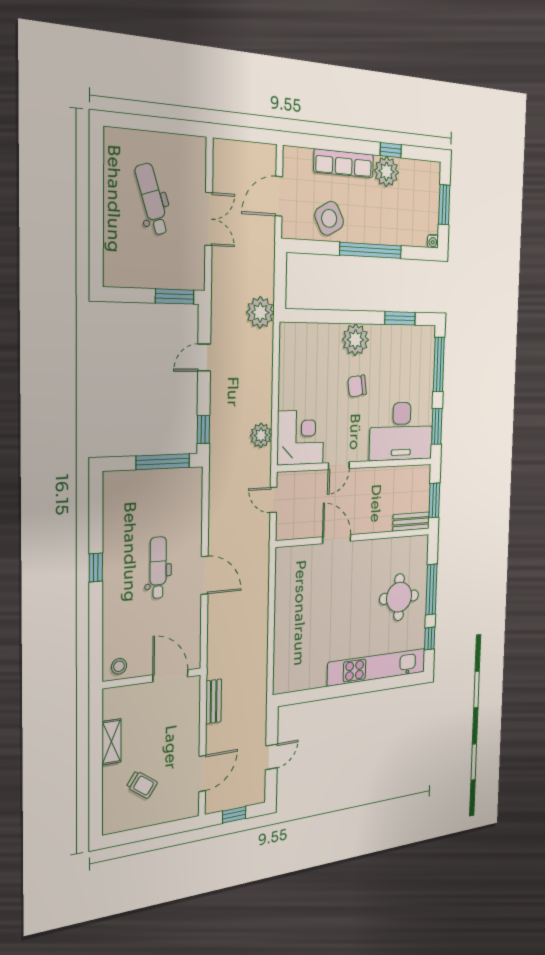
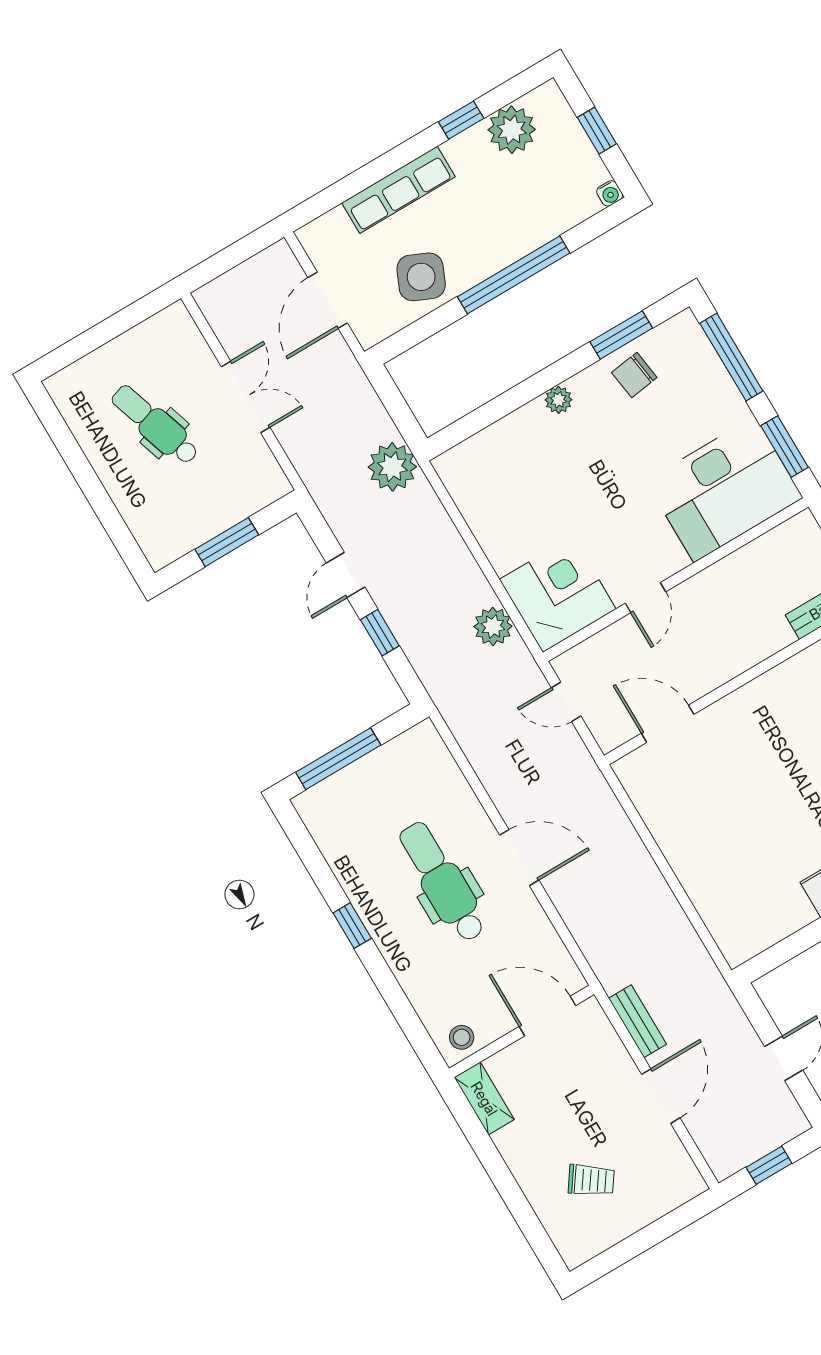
plant: (386, 171) -> (512, 130), moved
window: (444, 205) -> (597, 131), width x0.67
side table: (329, 218) -> (421, 277), turned -37
window: (175, 296) -> (227, 542), moved
plant: (355, 340) -> (558, 400), width x0.53, depth x0.53
chair: (357, 386) -> (634, 375), moved
window: (203, 429) -> (380, 633), moved
window: (163, 462) -> (338, 759), moved
door: (337, 539) -> (668, 724), moved
dental chair: (158, 568) -> (442, 882), width x1.36, depth x1.38
shelving: (111, 742) -> (484, 1099), moved
door: (202, 773) -> (661, 1096), moved

